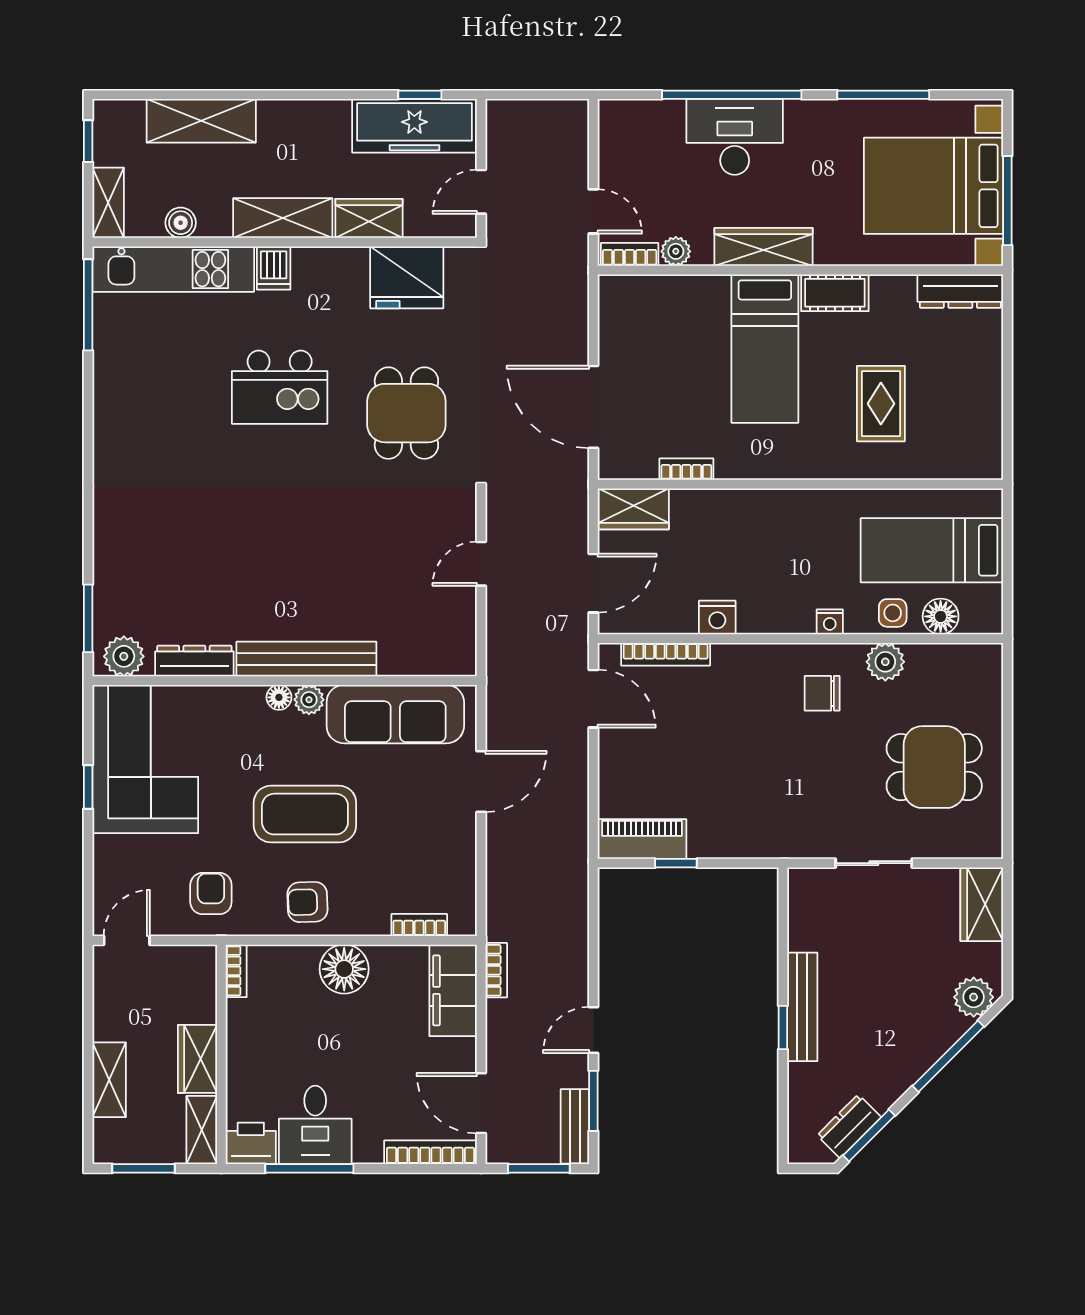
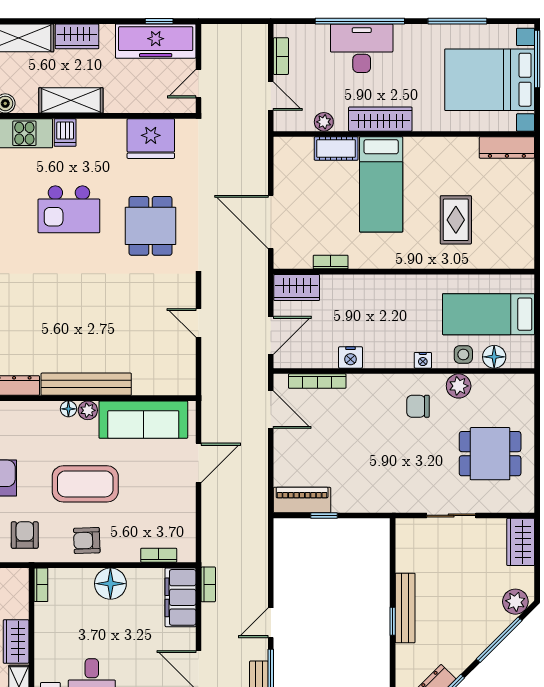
window: (1007, 201) -> (537, 59), moved
wardrobe: (369, 218) -> (77, 36), moved, turned 180
bookcase: (630, 254) -> (281, 56), moved, turned 90
cot: (835, 293) -> (336, 149), moved
door: (481, 564) -> (199, 323), hinge flipped

